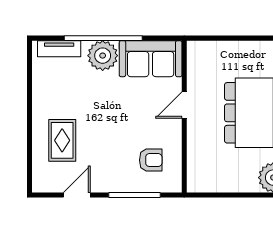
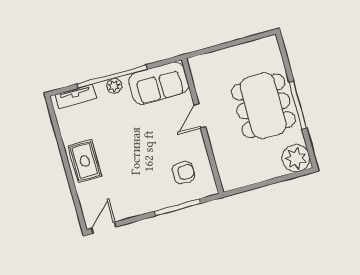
plant: (103, 56) -> (114, 86), width x0.53, depth x0.53
rug: (62, 140) -> (85, 161), moved
door: (77, 195) -> (104, 228), moved

